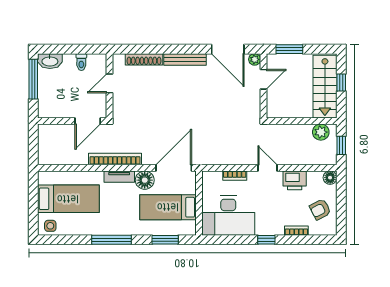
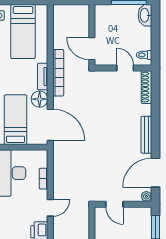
shoe rack: (144, 59) -> (146, 87), moved
toilet: (81, 62) -> (144, 55), moved
door: (263, 79) -> (114, 204), moved

